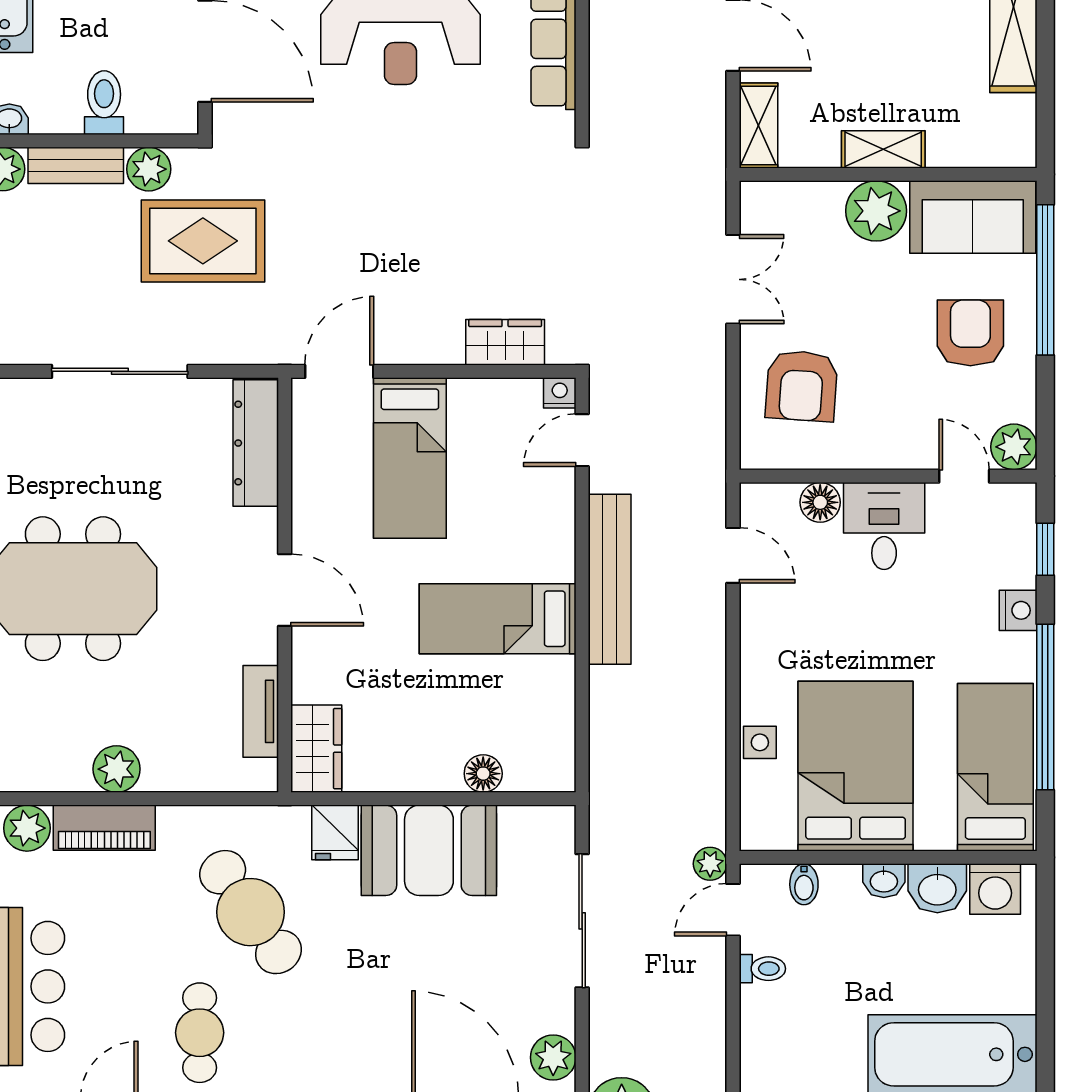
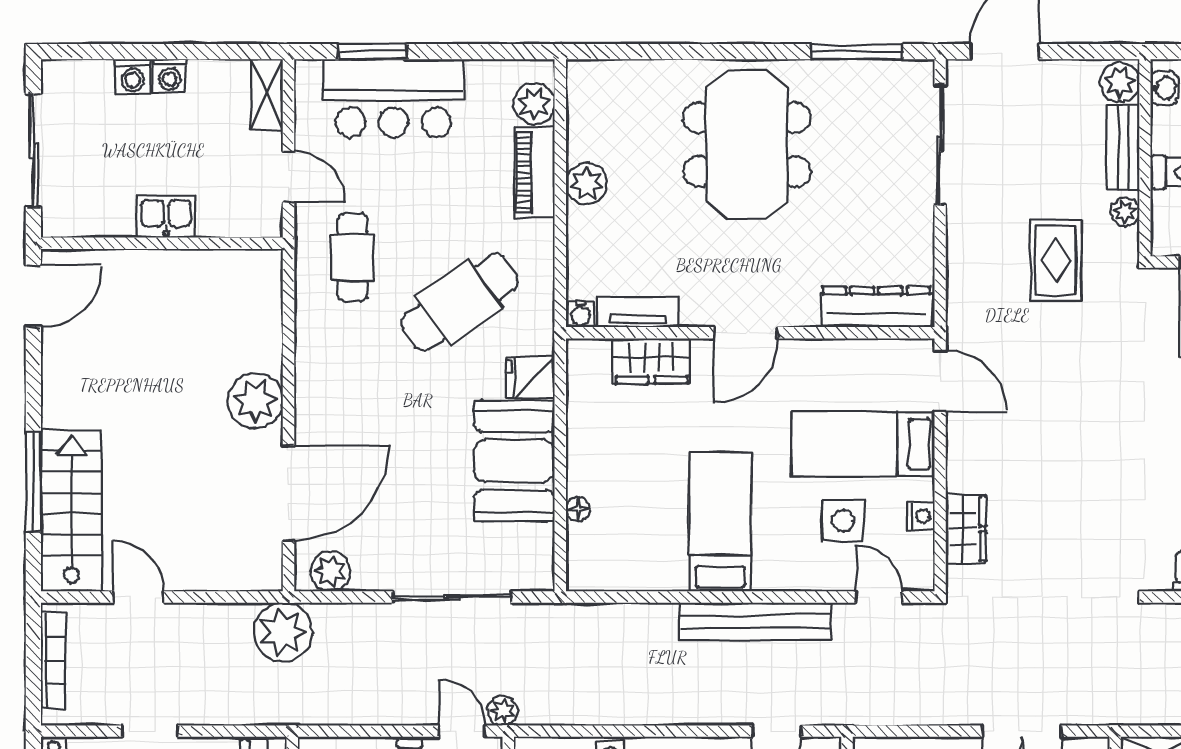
plant: (149, 169) -> (1125, 212), width x0.73, depth x0.73
rug: (203, 241) -> (1056, 260), width x0.73, depth x0.70
sliding door: (120, 371) -> (940, 145), moved
nightstand: (560, 393) -> (921, 516), moved
side table: (497, 480) -> (843, 521), added
wardrobe: (316, 749) -> (652, 361), moved
floor lamp: (483, 774) -> (578, 509), width x0.73, depth x0.73
water cooler: (264, 776) -> (581, 314), added
cafe table: (200, 1033) -> (352, 257), turned 90

